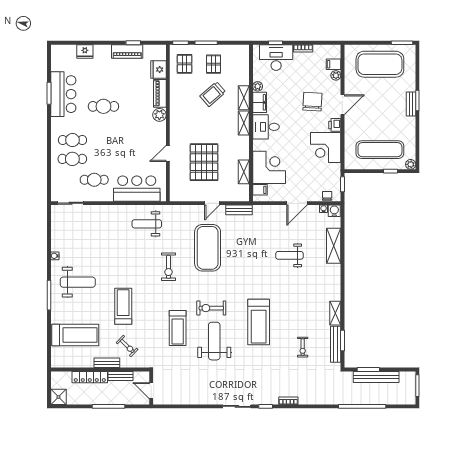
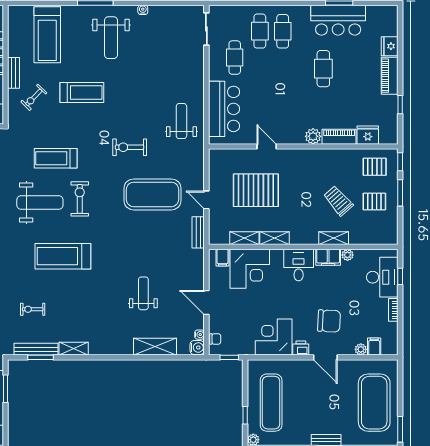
piano: (127, 51) -> (390, 76), moved
shelving: (244, 123) -> (275, 238), moved

